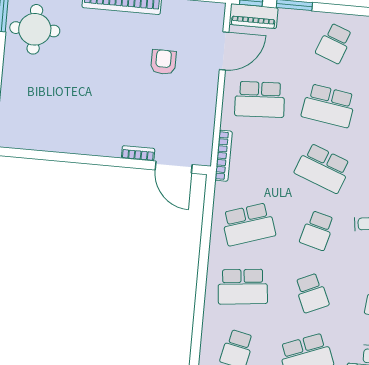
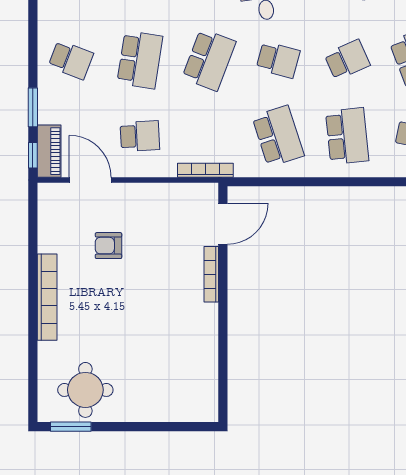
school desk: (260, 99) -> (140, 136), width x0.54
bookcase: (138, 153) -> (211, 274), width x1.56

